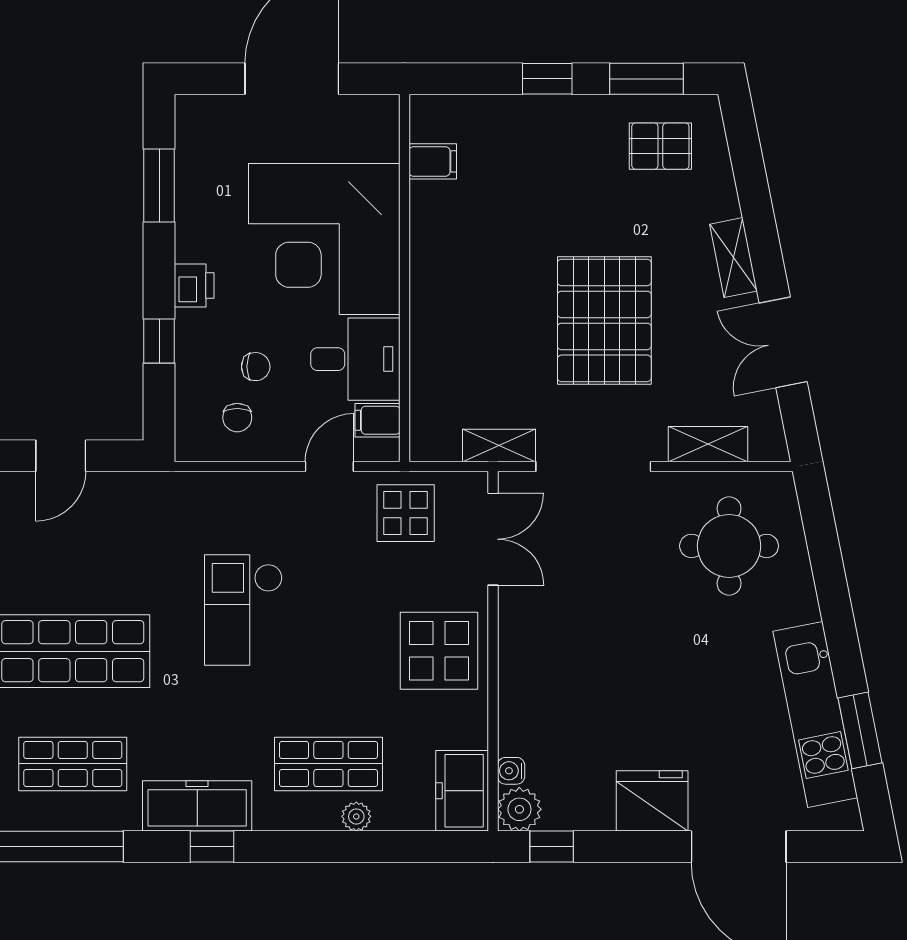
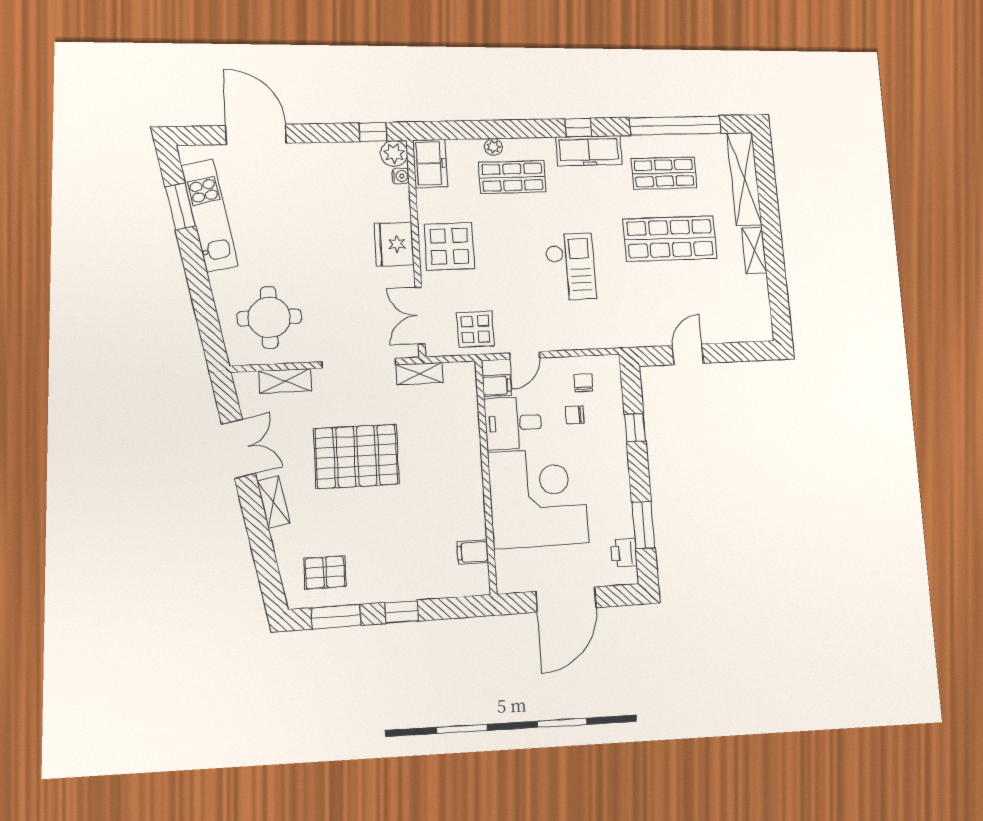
printer: (194, 286) -> (624, 553), moved
pallet: (604, 320) -> (356, 456), turned 90
fridge: (652, 801) -> (394, 244), moved, turned 90

